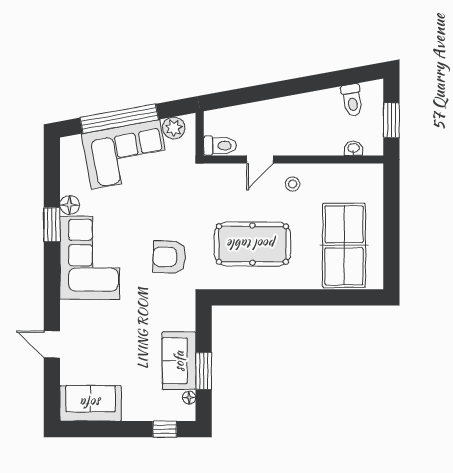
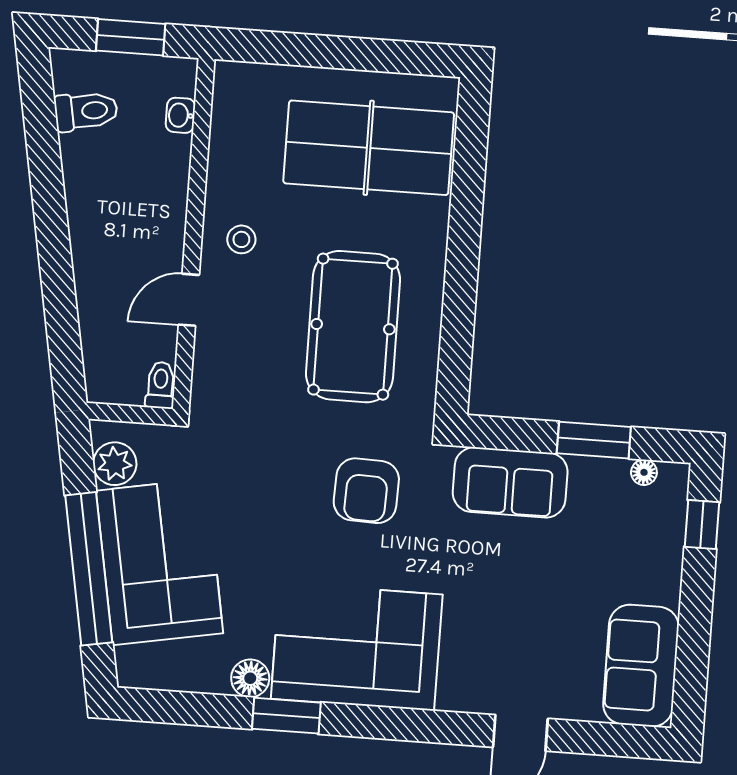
toilet: (220, 146) -> (160, 385), width x0.73, depth x0.72
door: (260, 159) -> (189, 300), swing flipped
sofa: (179, 361) -> (510, 482), moved

